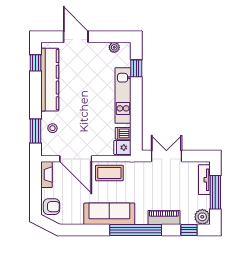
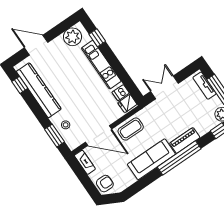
plant: (114, 47) -> (73, 37), width x1.88, depth x1.88
piano: (164, 217) -> (185, 140), moved

